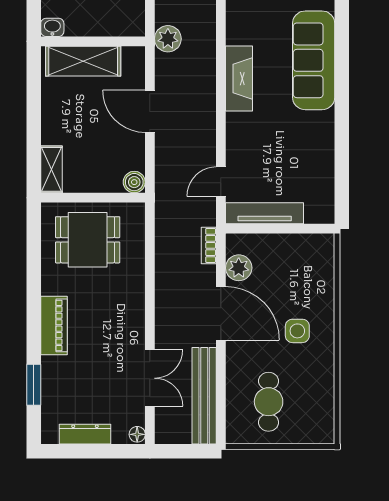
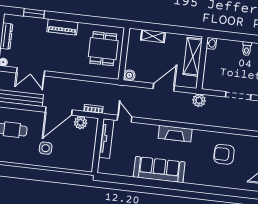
sofa: (314, 60) -> (159, 170), moved
shelving: (51, 169) -> (153, 36), moved

